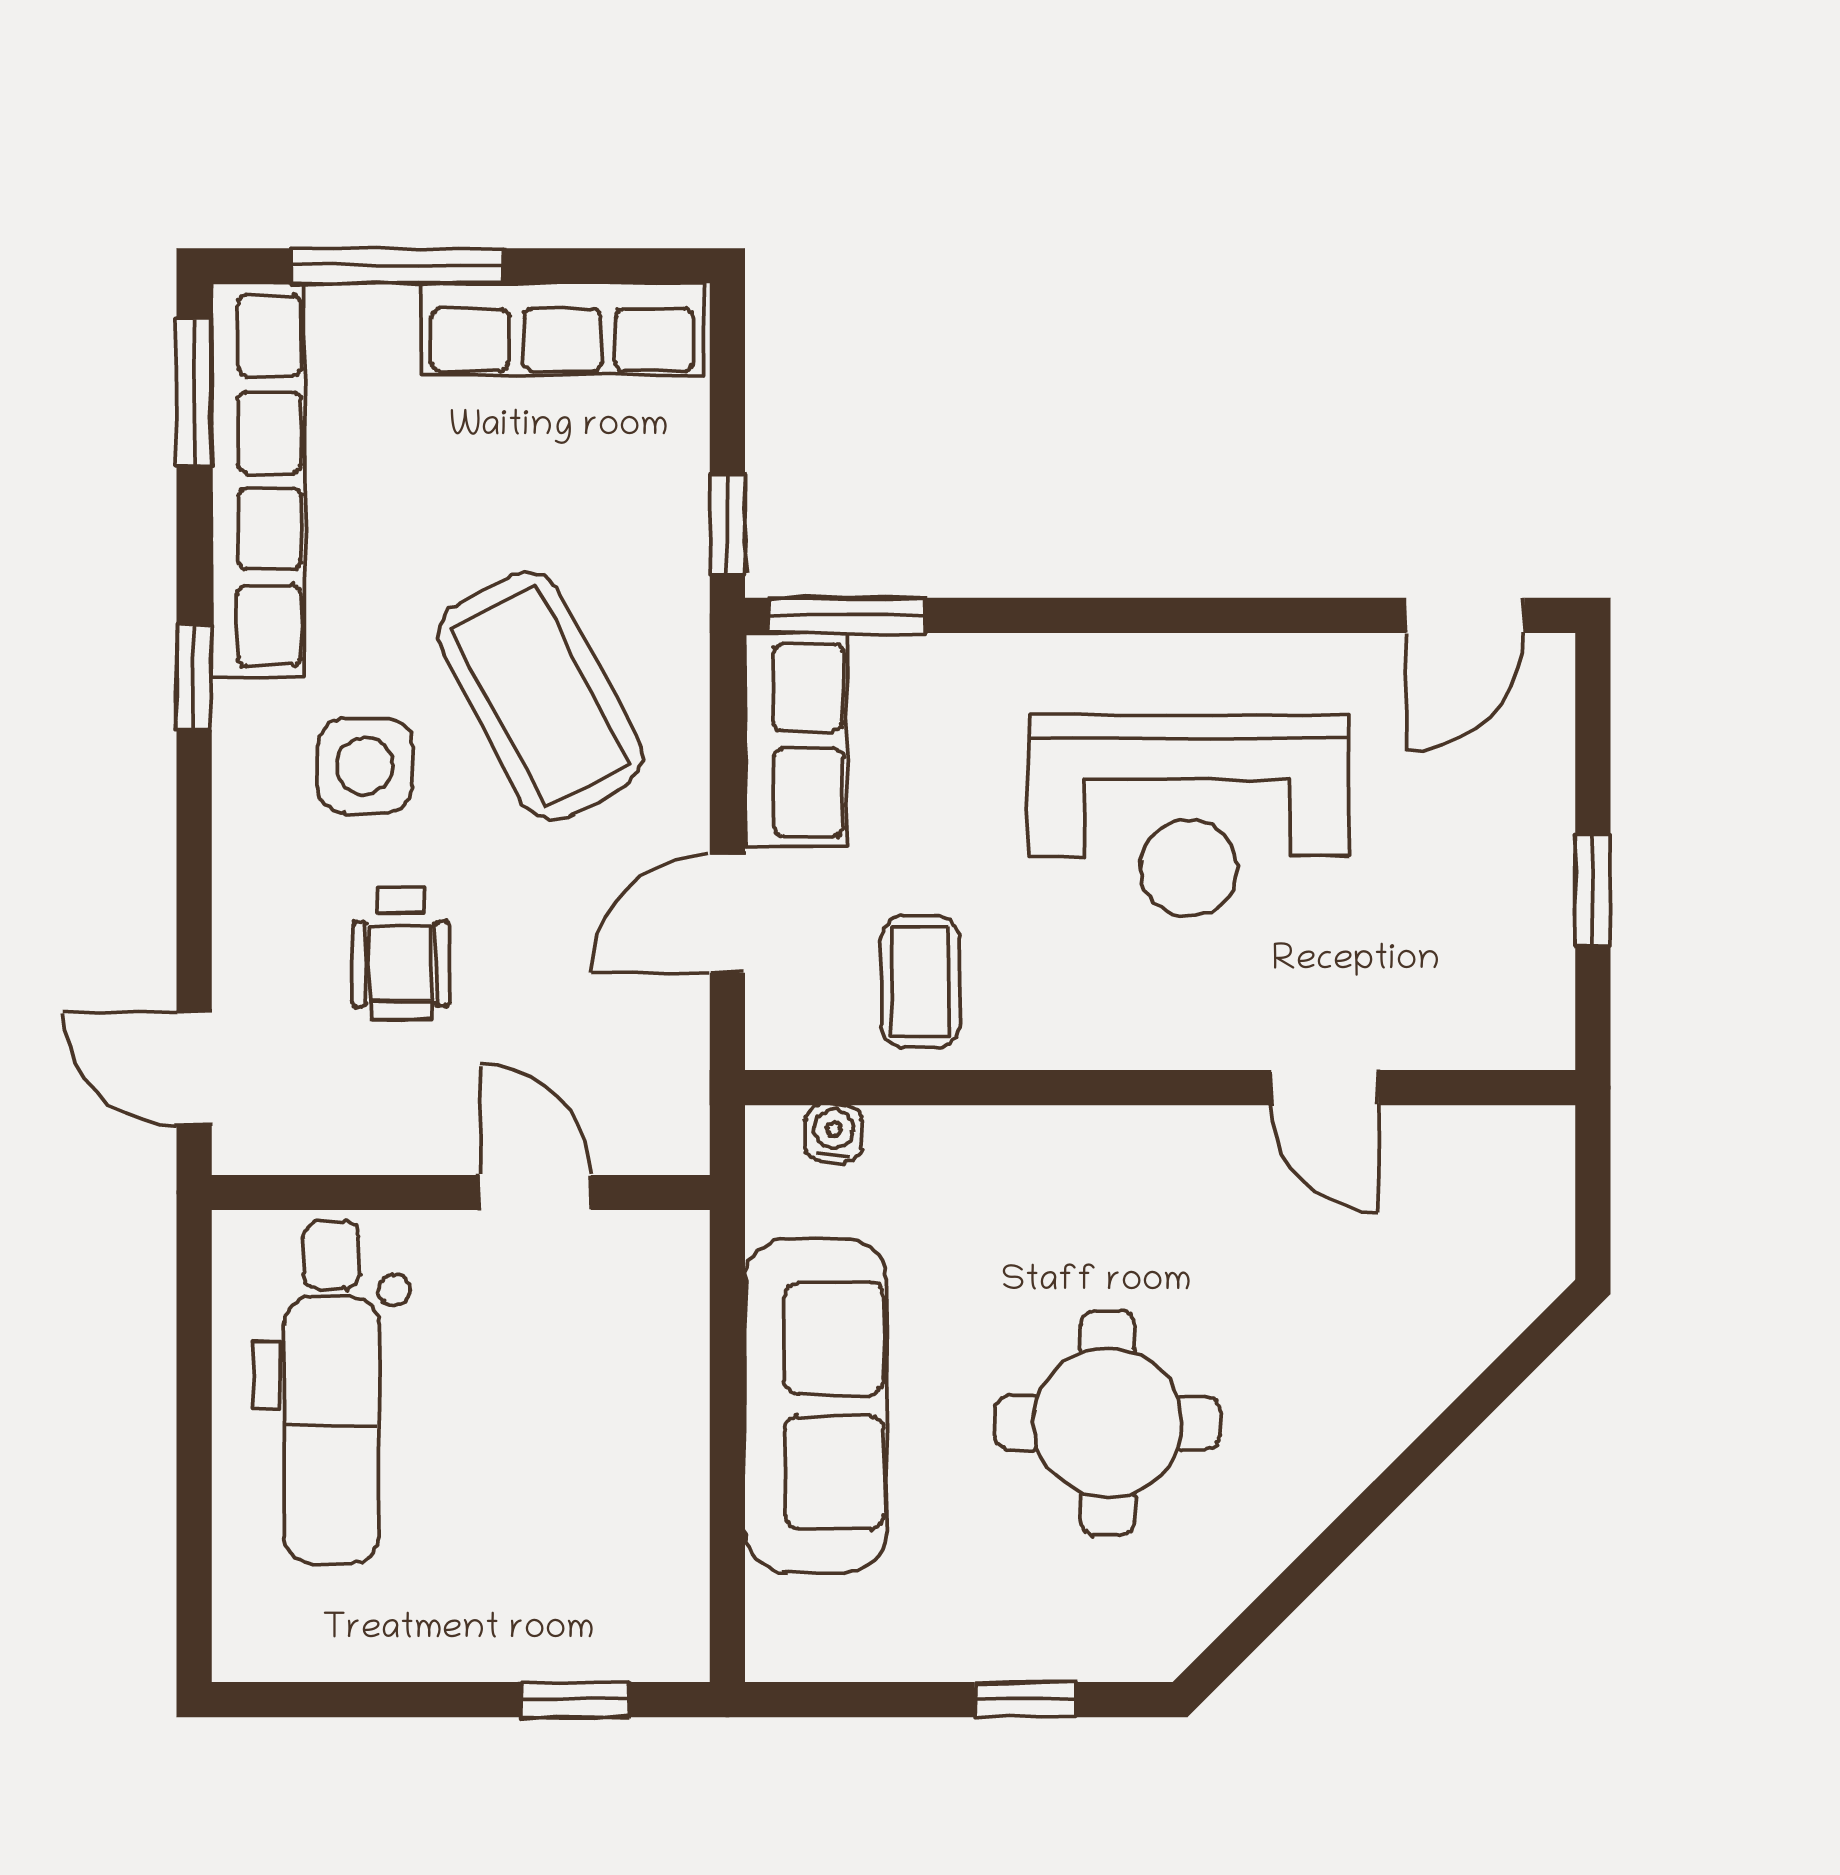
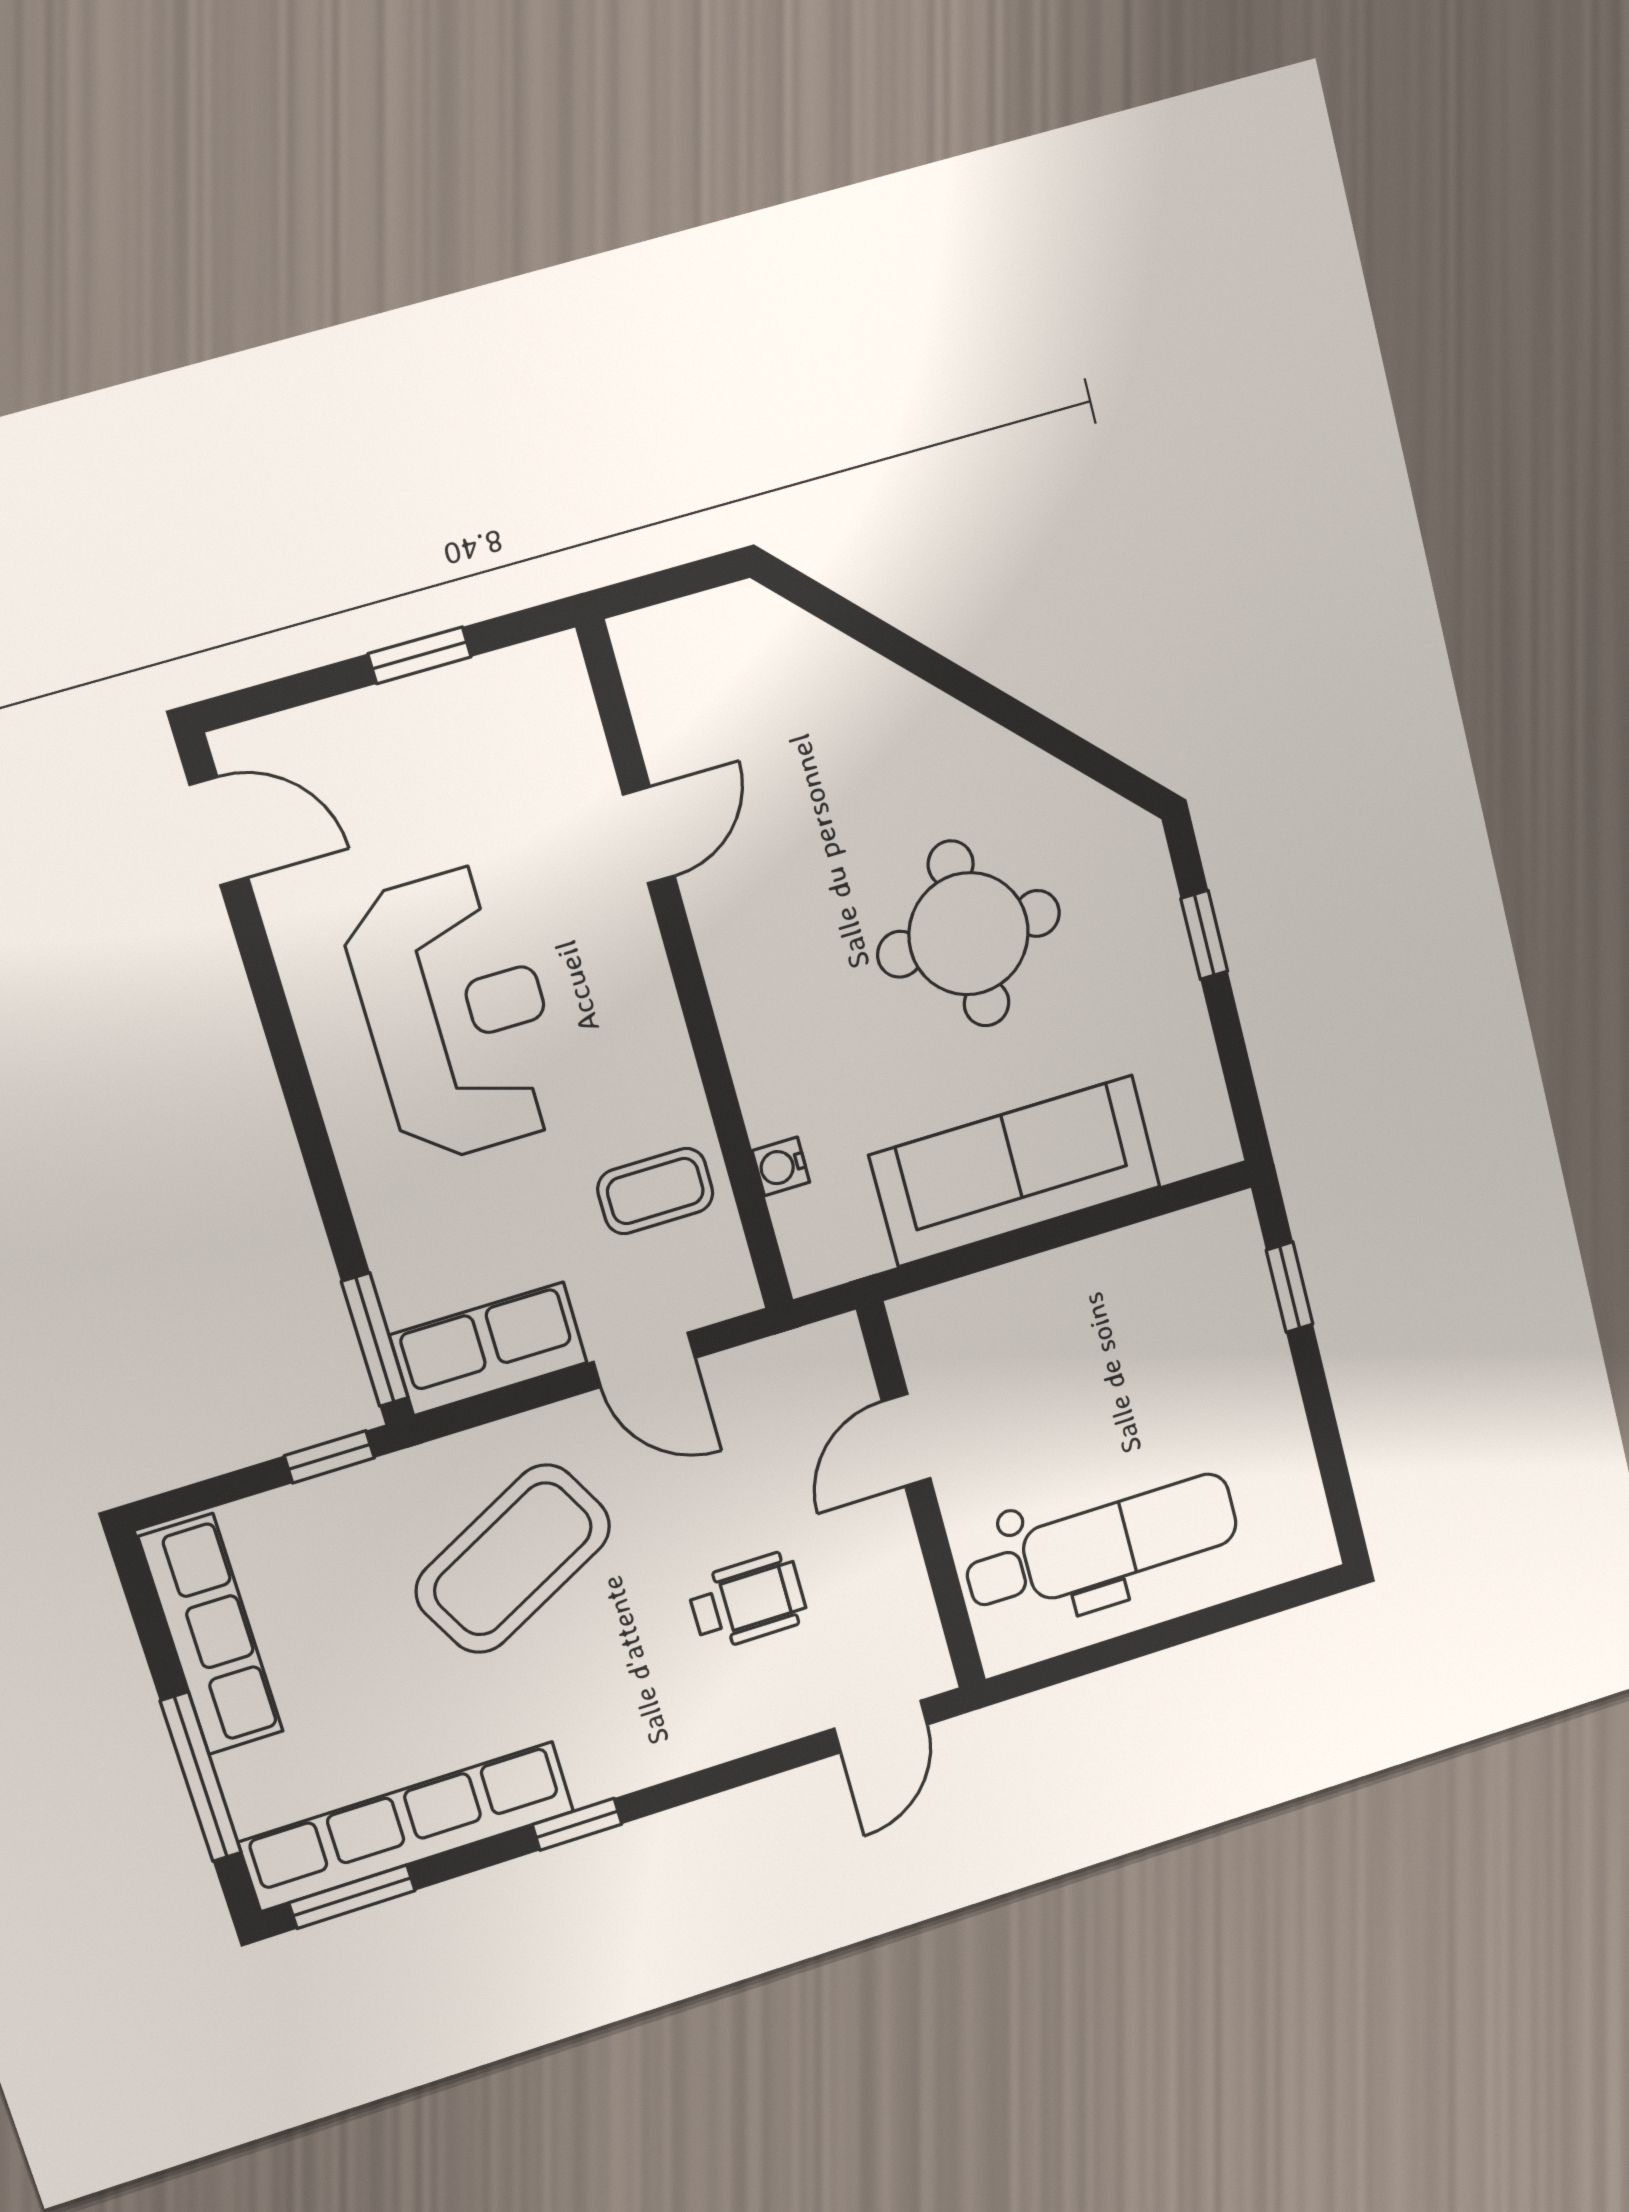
side table: (365, 766) -> (608, 1675), removed
water cooler: (833, 1133) -> (781, 1166), moved

